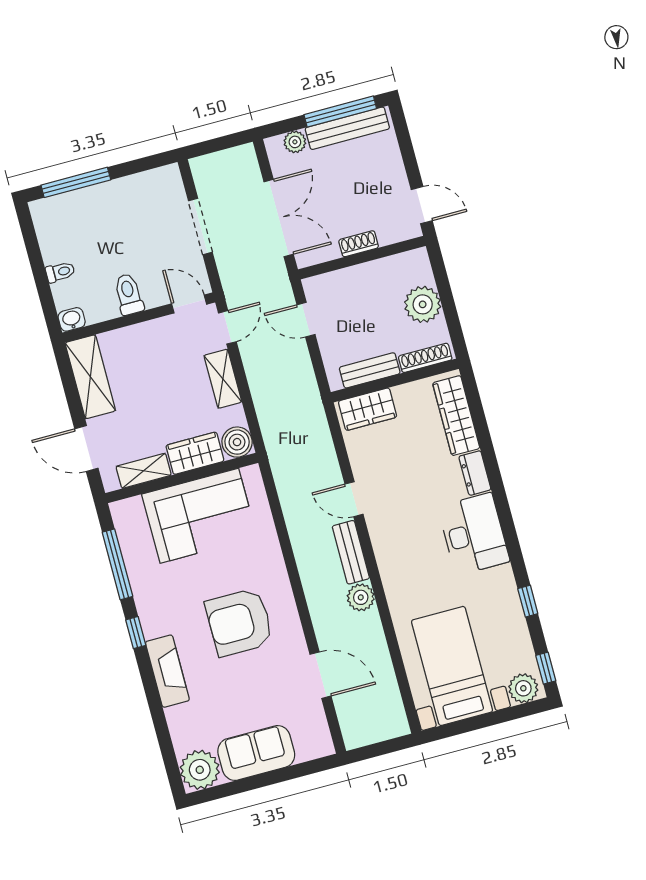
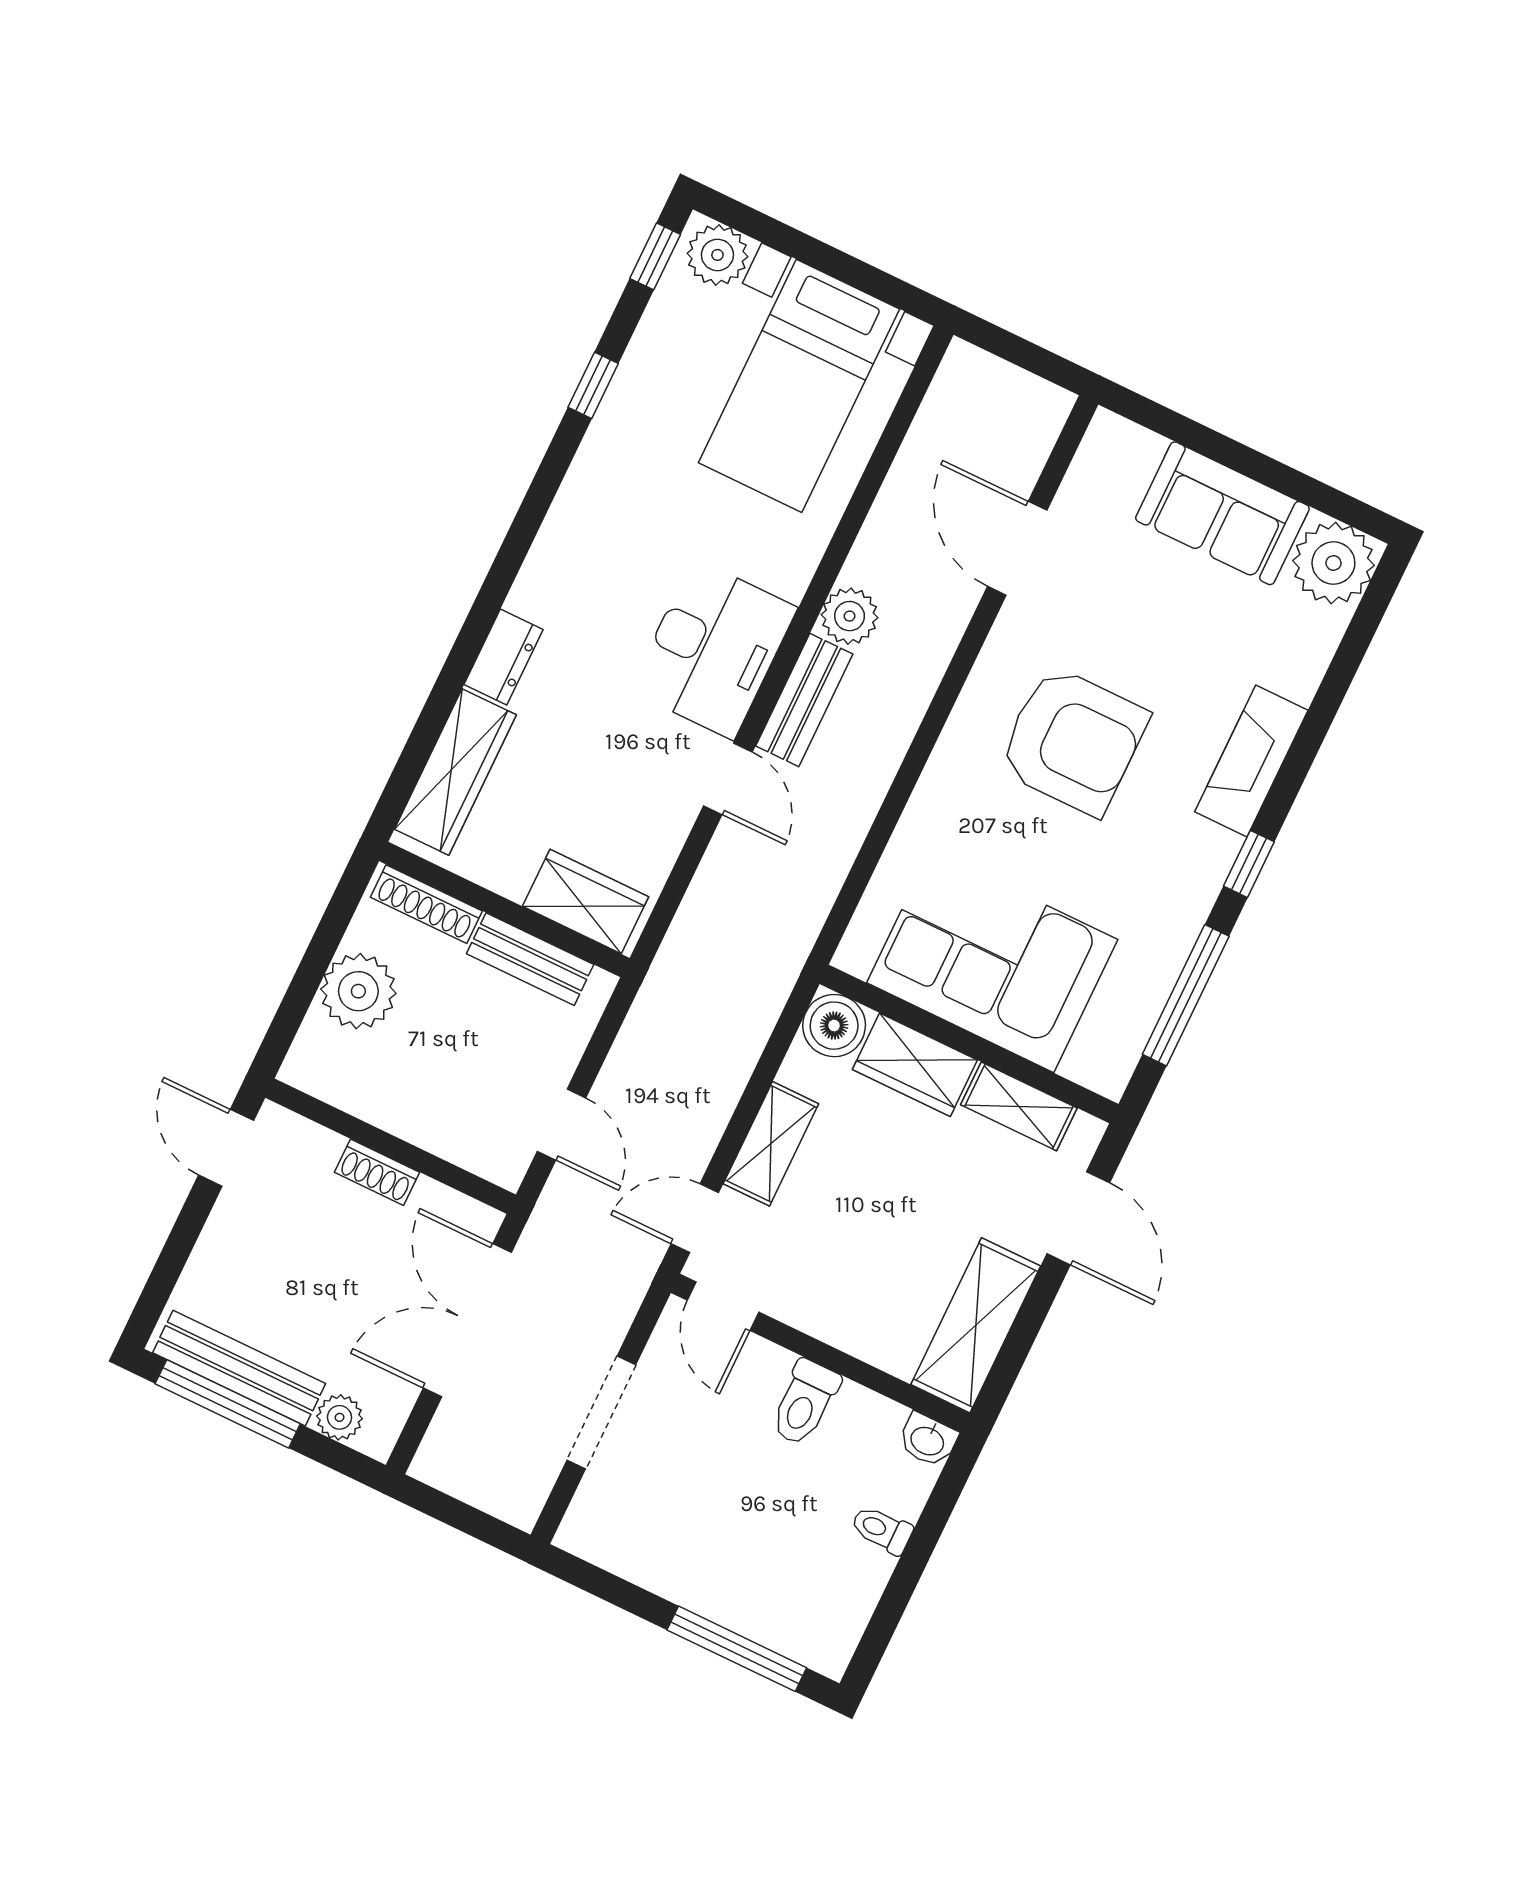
desk: (474, 534) -> (714, 649), moved, turned 180

